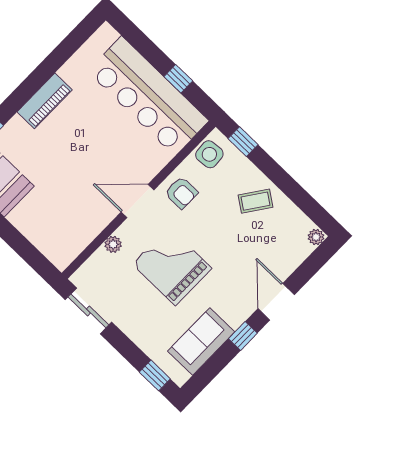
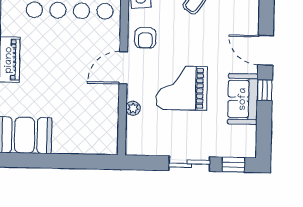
armchair: (181, 193) -> (145, 38), turned 90
sliding door: (88, 311) -> (189, 164), moved
sofa: (201, 341) -> (243, 99), moved

